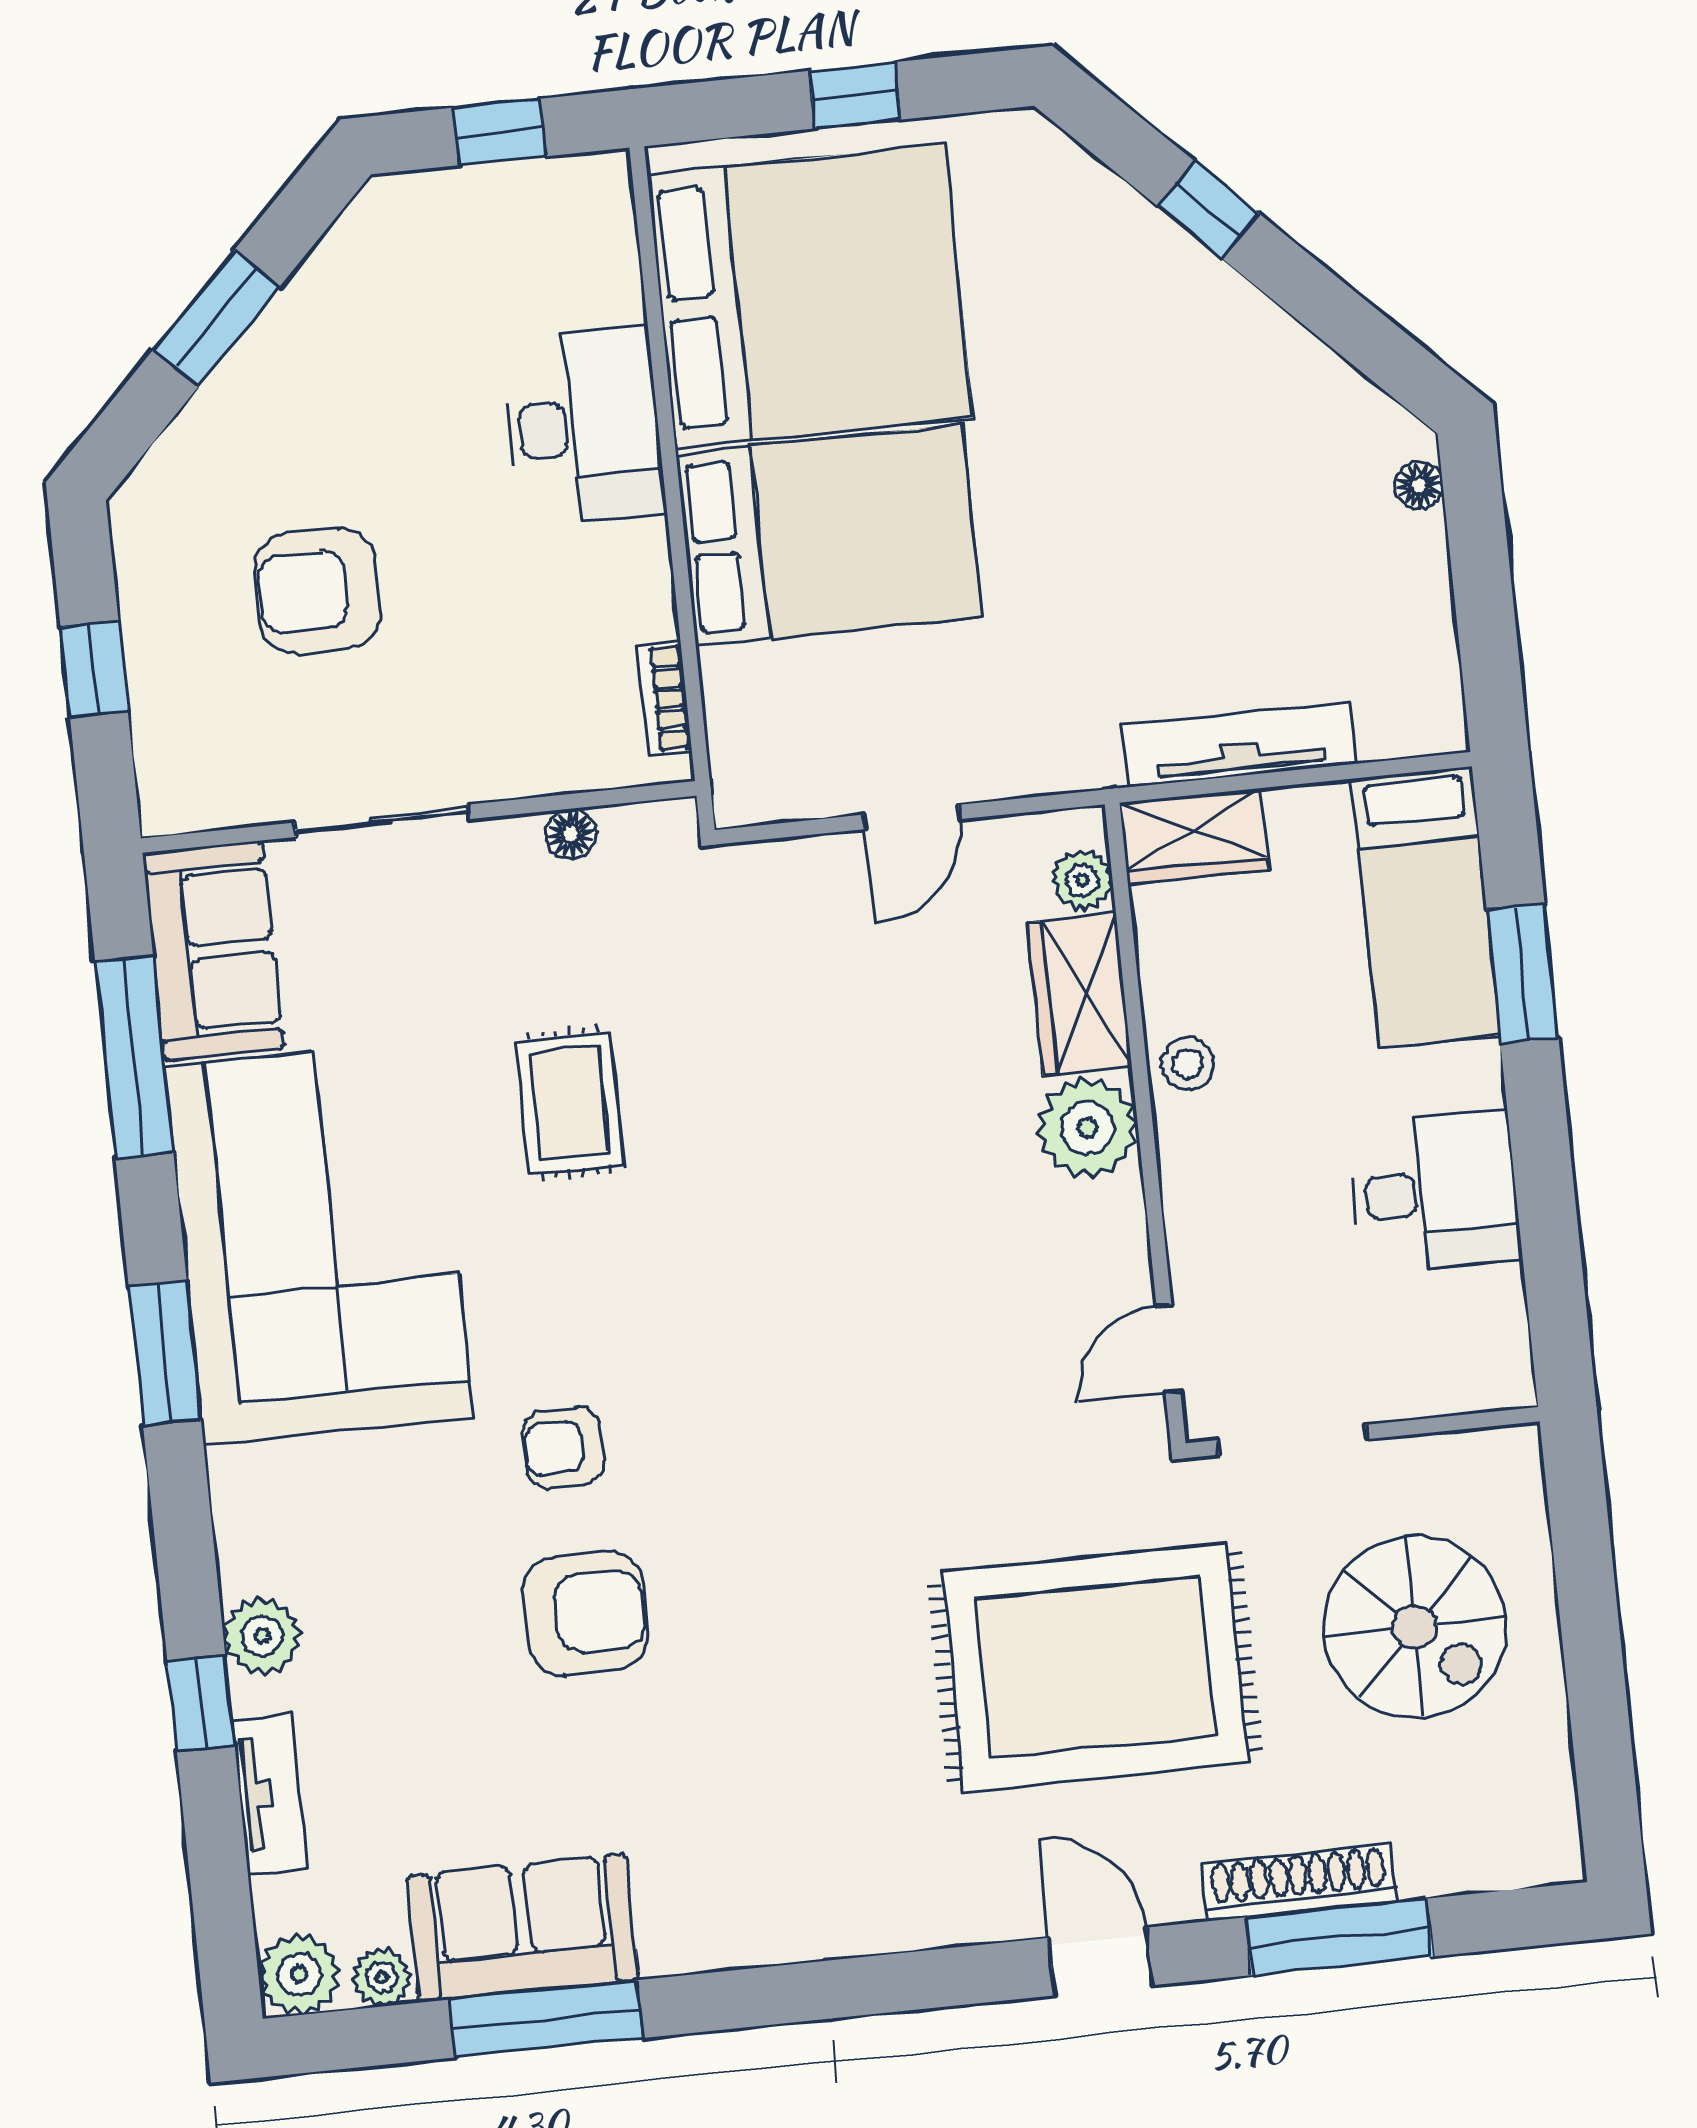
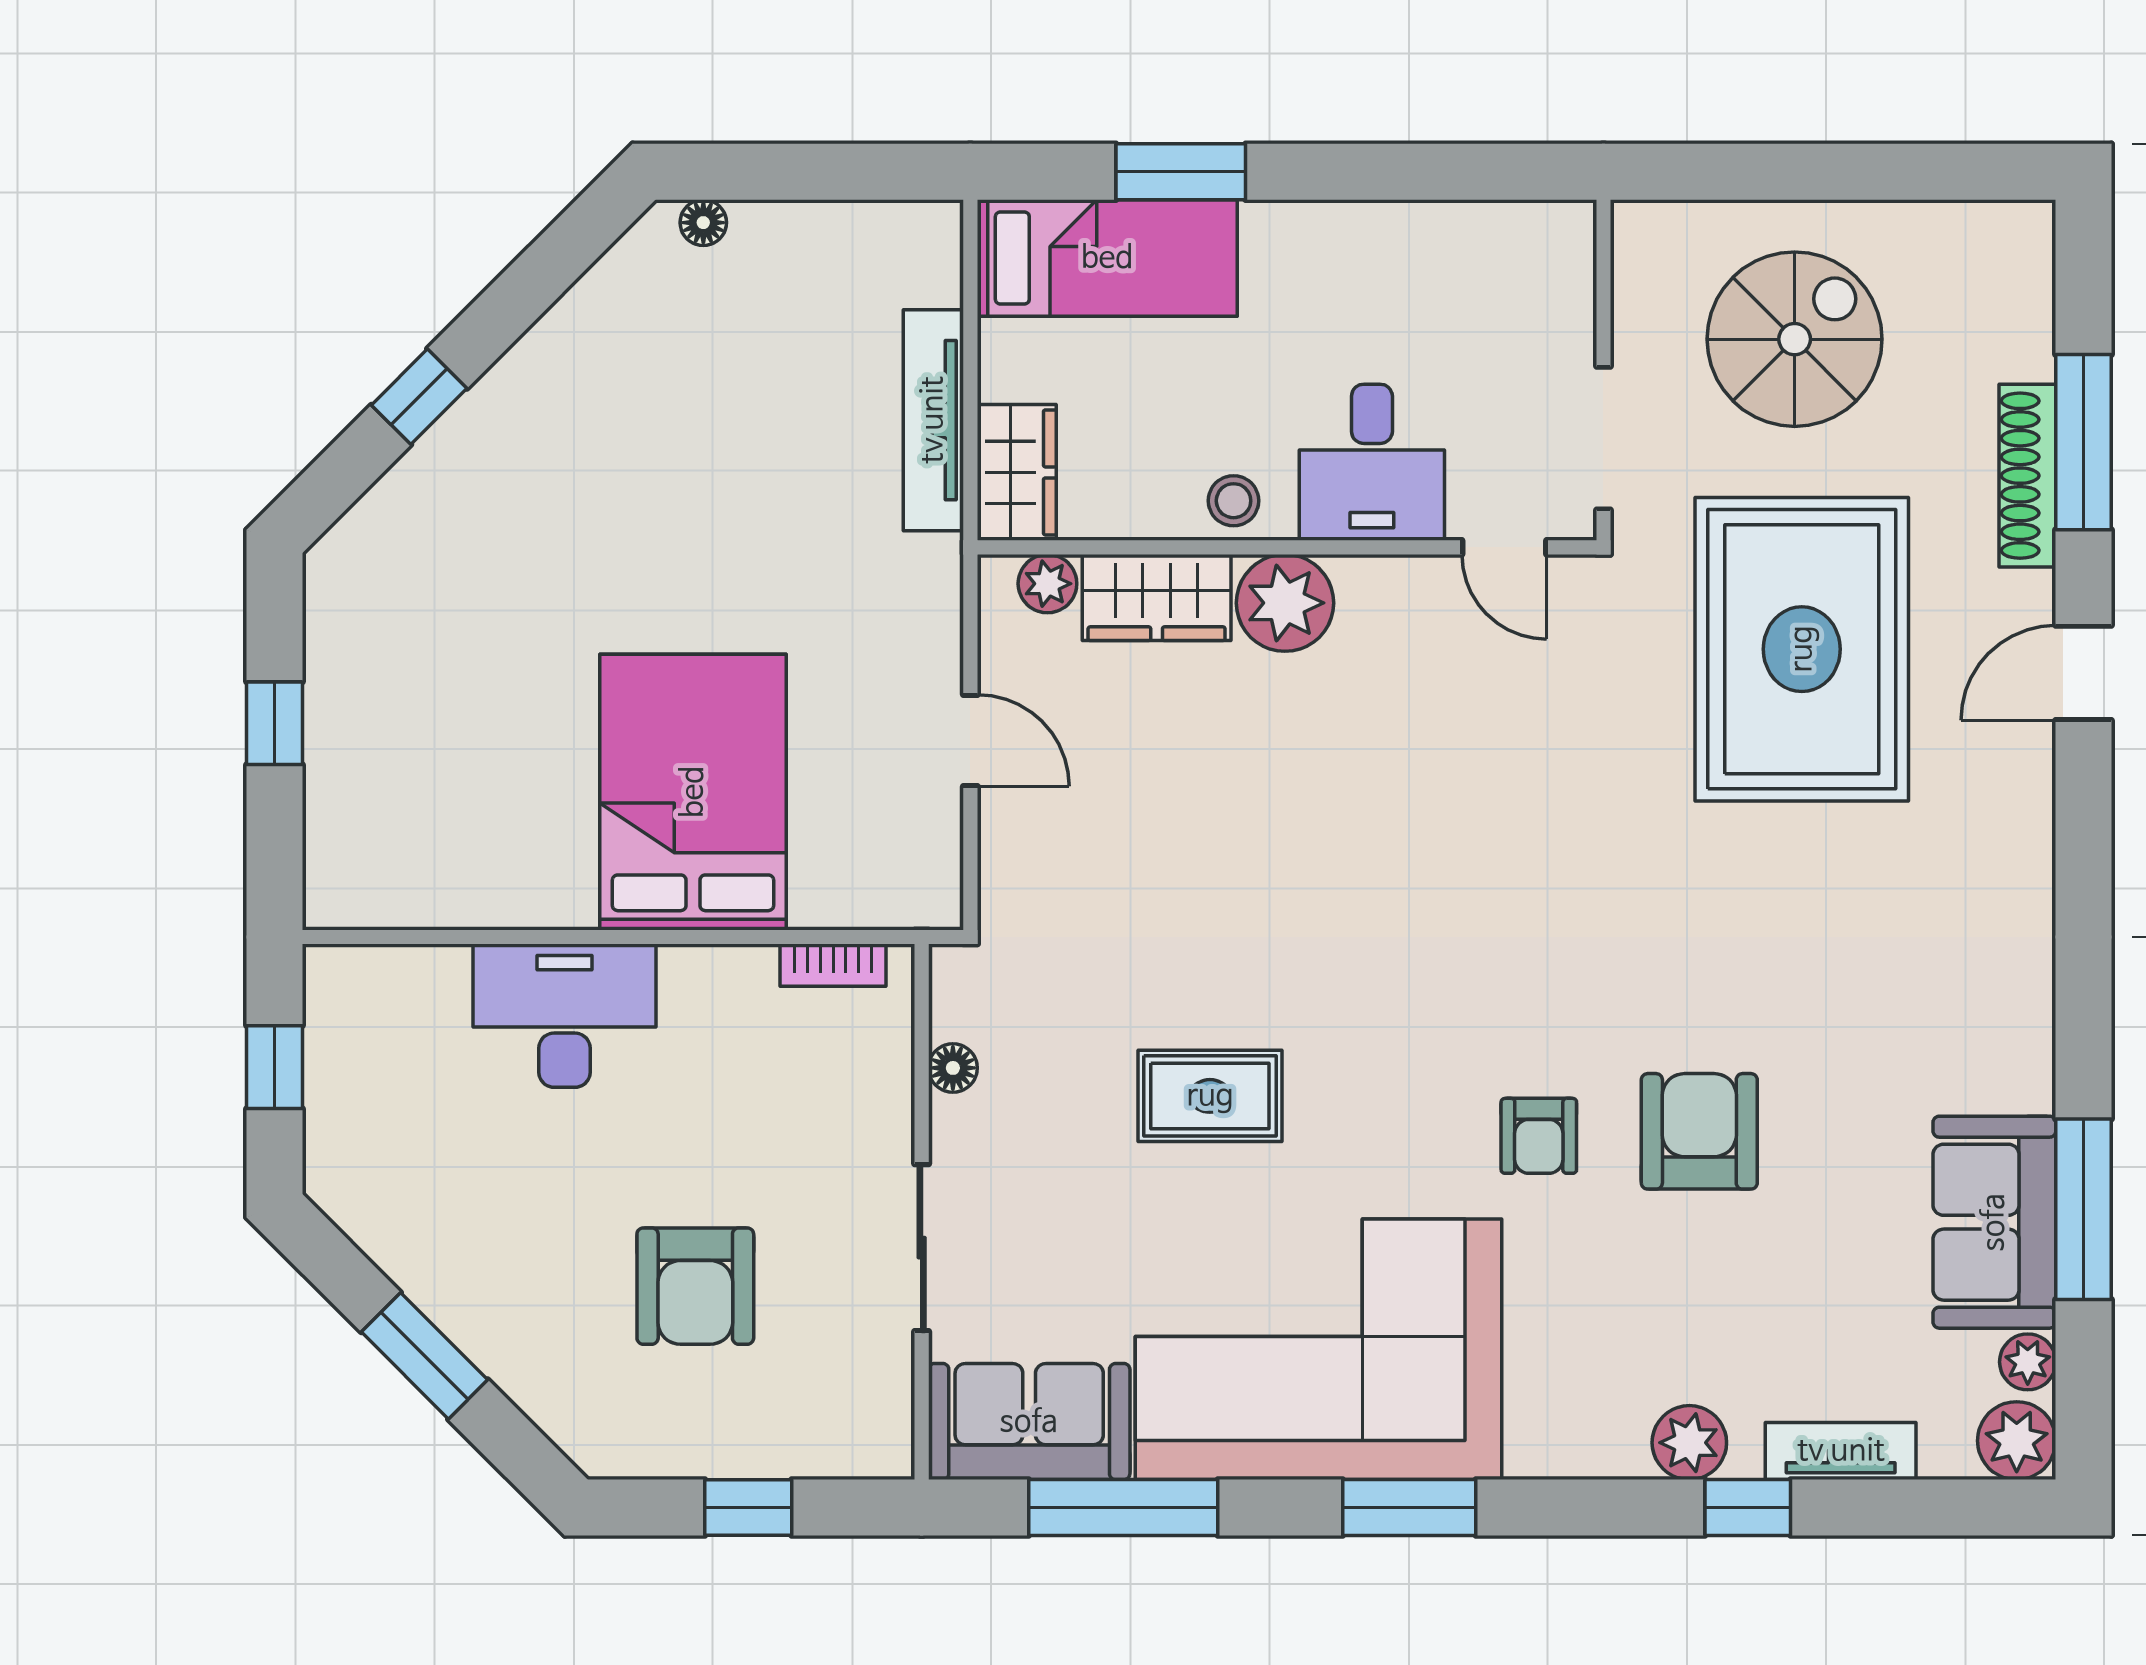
bed: (810, 296) -> (462, 786), removed
desk: (1434, 1193) -> (1372, 462), moved, turned 180

